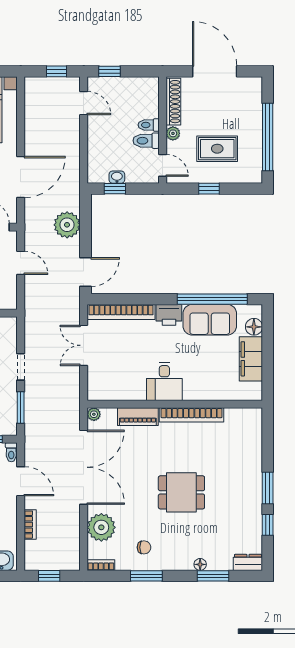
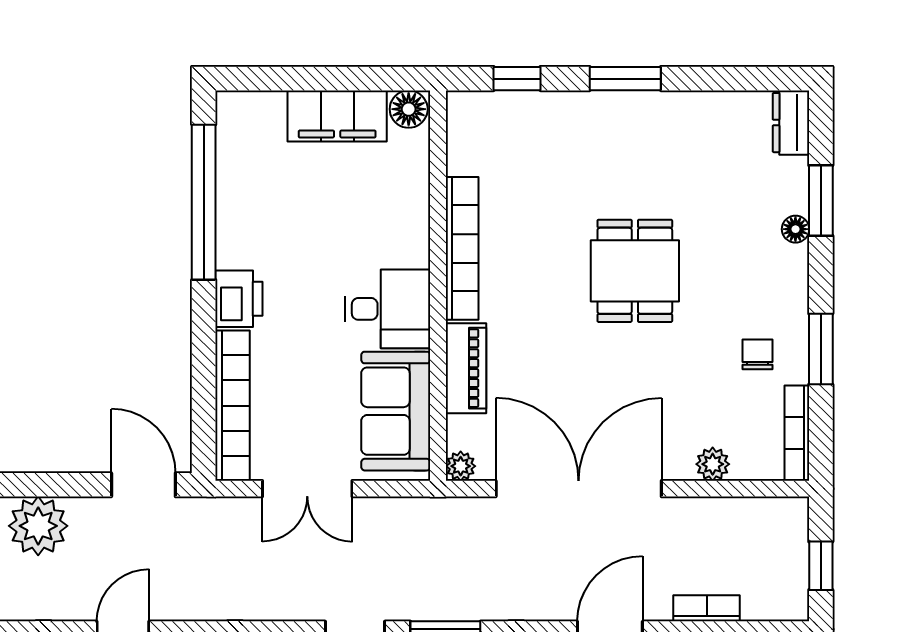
sofa: (210, 320) -> (396, 411), moved, turned 180
floor lamp: (254, 327) -> (409, 109), moved
window: (268, 525) -> (517, 79), moved
plant: (101, 527) -> (713, 464), width x0.53, depth x0.53
bookcase: (101, 565) -> (797, 433), width x1.56

